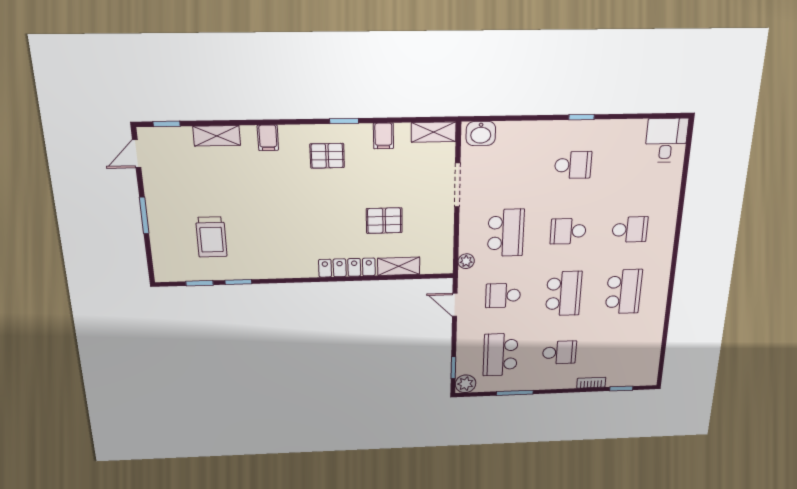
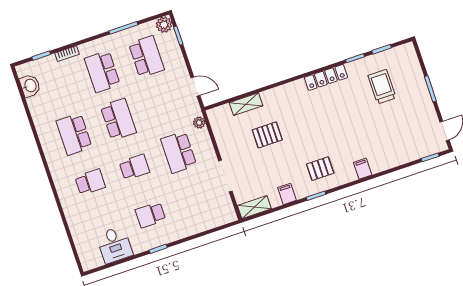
washbasin: (481, 134) -> (30, 86), moved, turned 90
shelving: (217, 136) -> (396, 159), removed
desk: (666, 140) -> (115, 245), moved
school desk: (630, 230) -> (90, 182), turned 180
locker: (347, 268) -> (326, 77), moved
school desk: (564, 294) -> (118, 119), turned 180
school desk: (503, 295) -> (163, 104), removed
school desk: (559, 352) -> (102, 72), width x1.85

